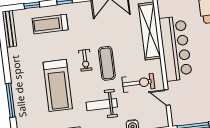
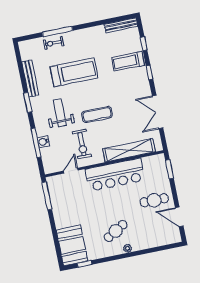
treadmill: (50, 24) -> (128, 61), turned -90
exercise bike: (85, 60) -> (54, 43), moved
treadmill: (58, 85) -> (74, 72), turned 180

